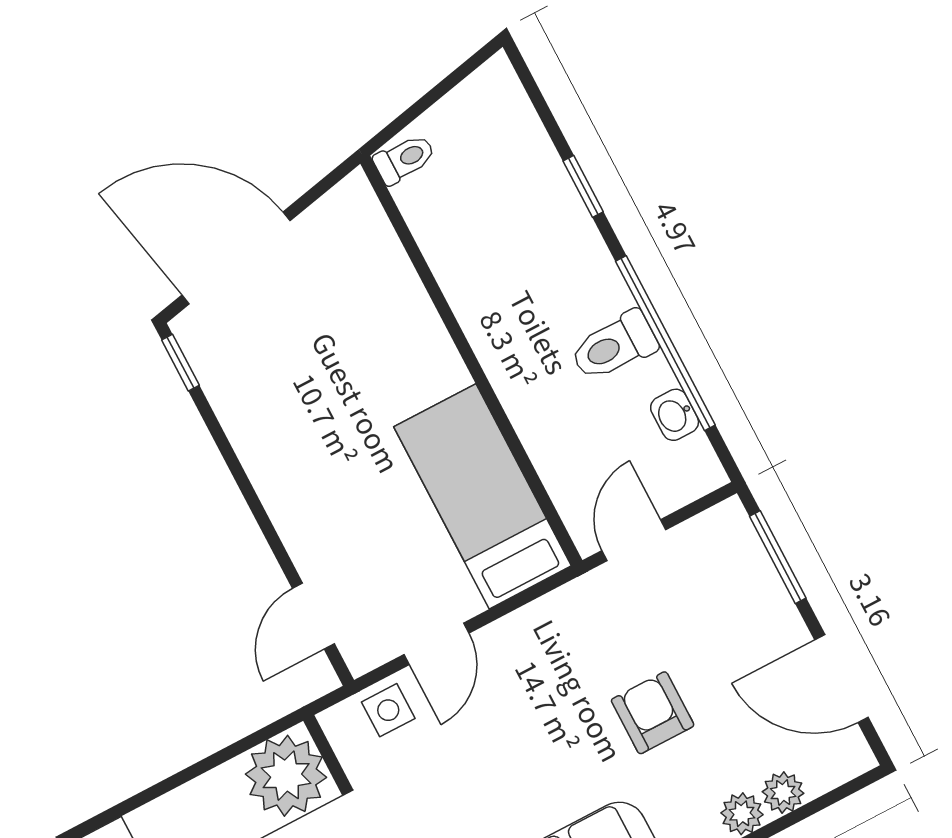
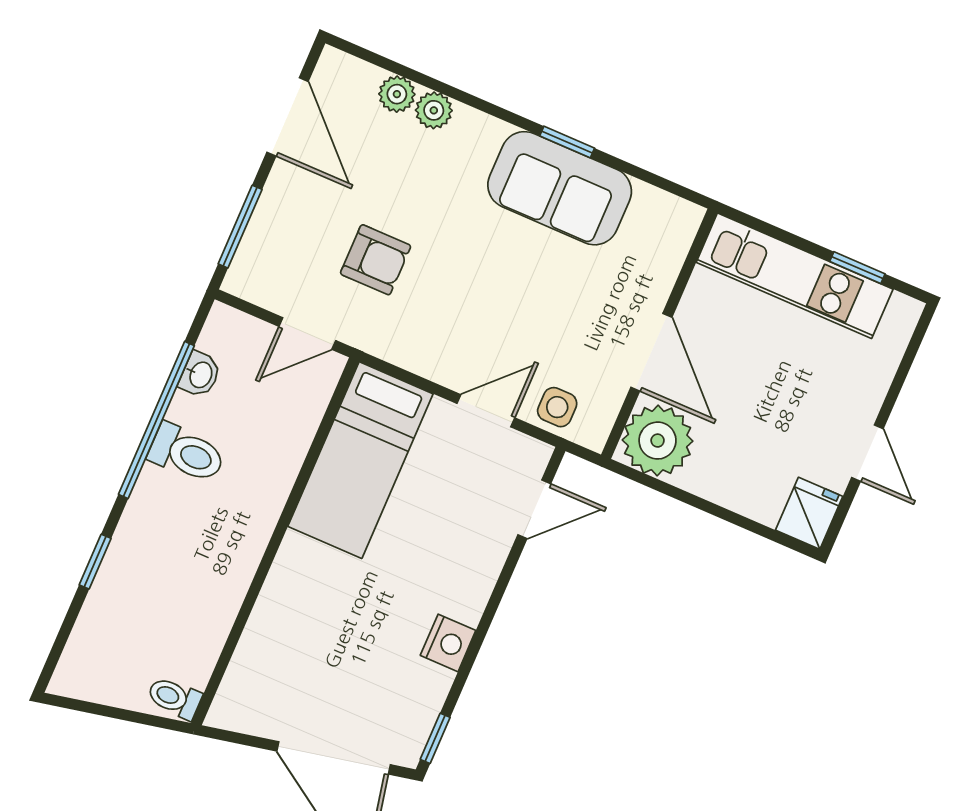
nightstand: (256, 443) -> (448, 643), added
armchair: (653, 713) -> (376, 260), moved, turned -90

